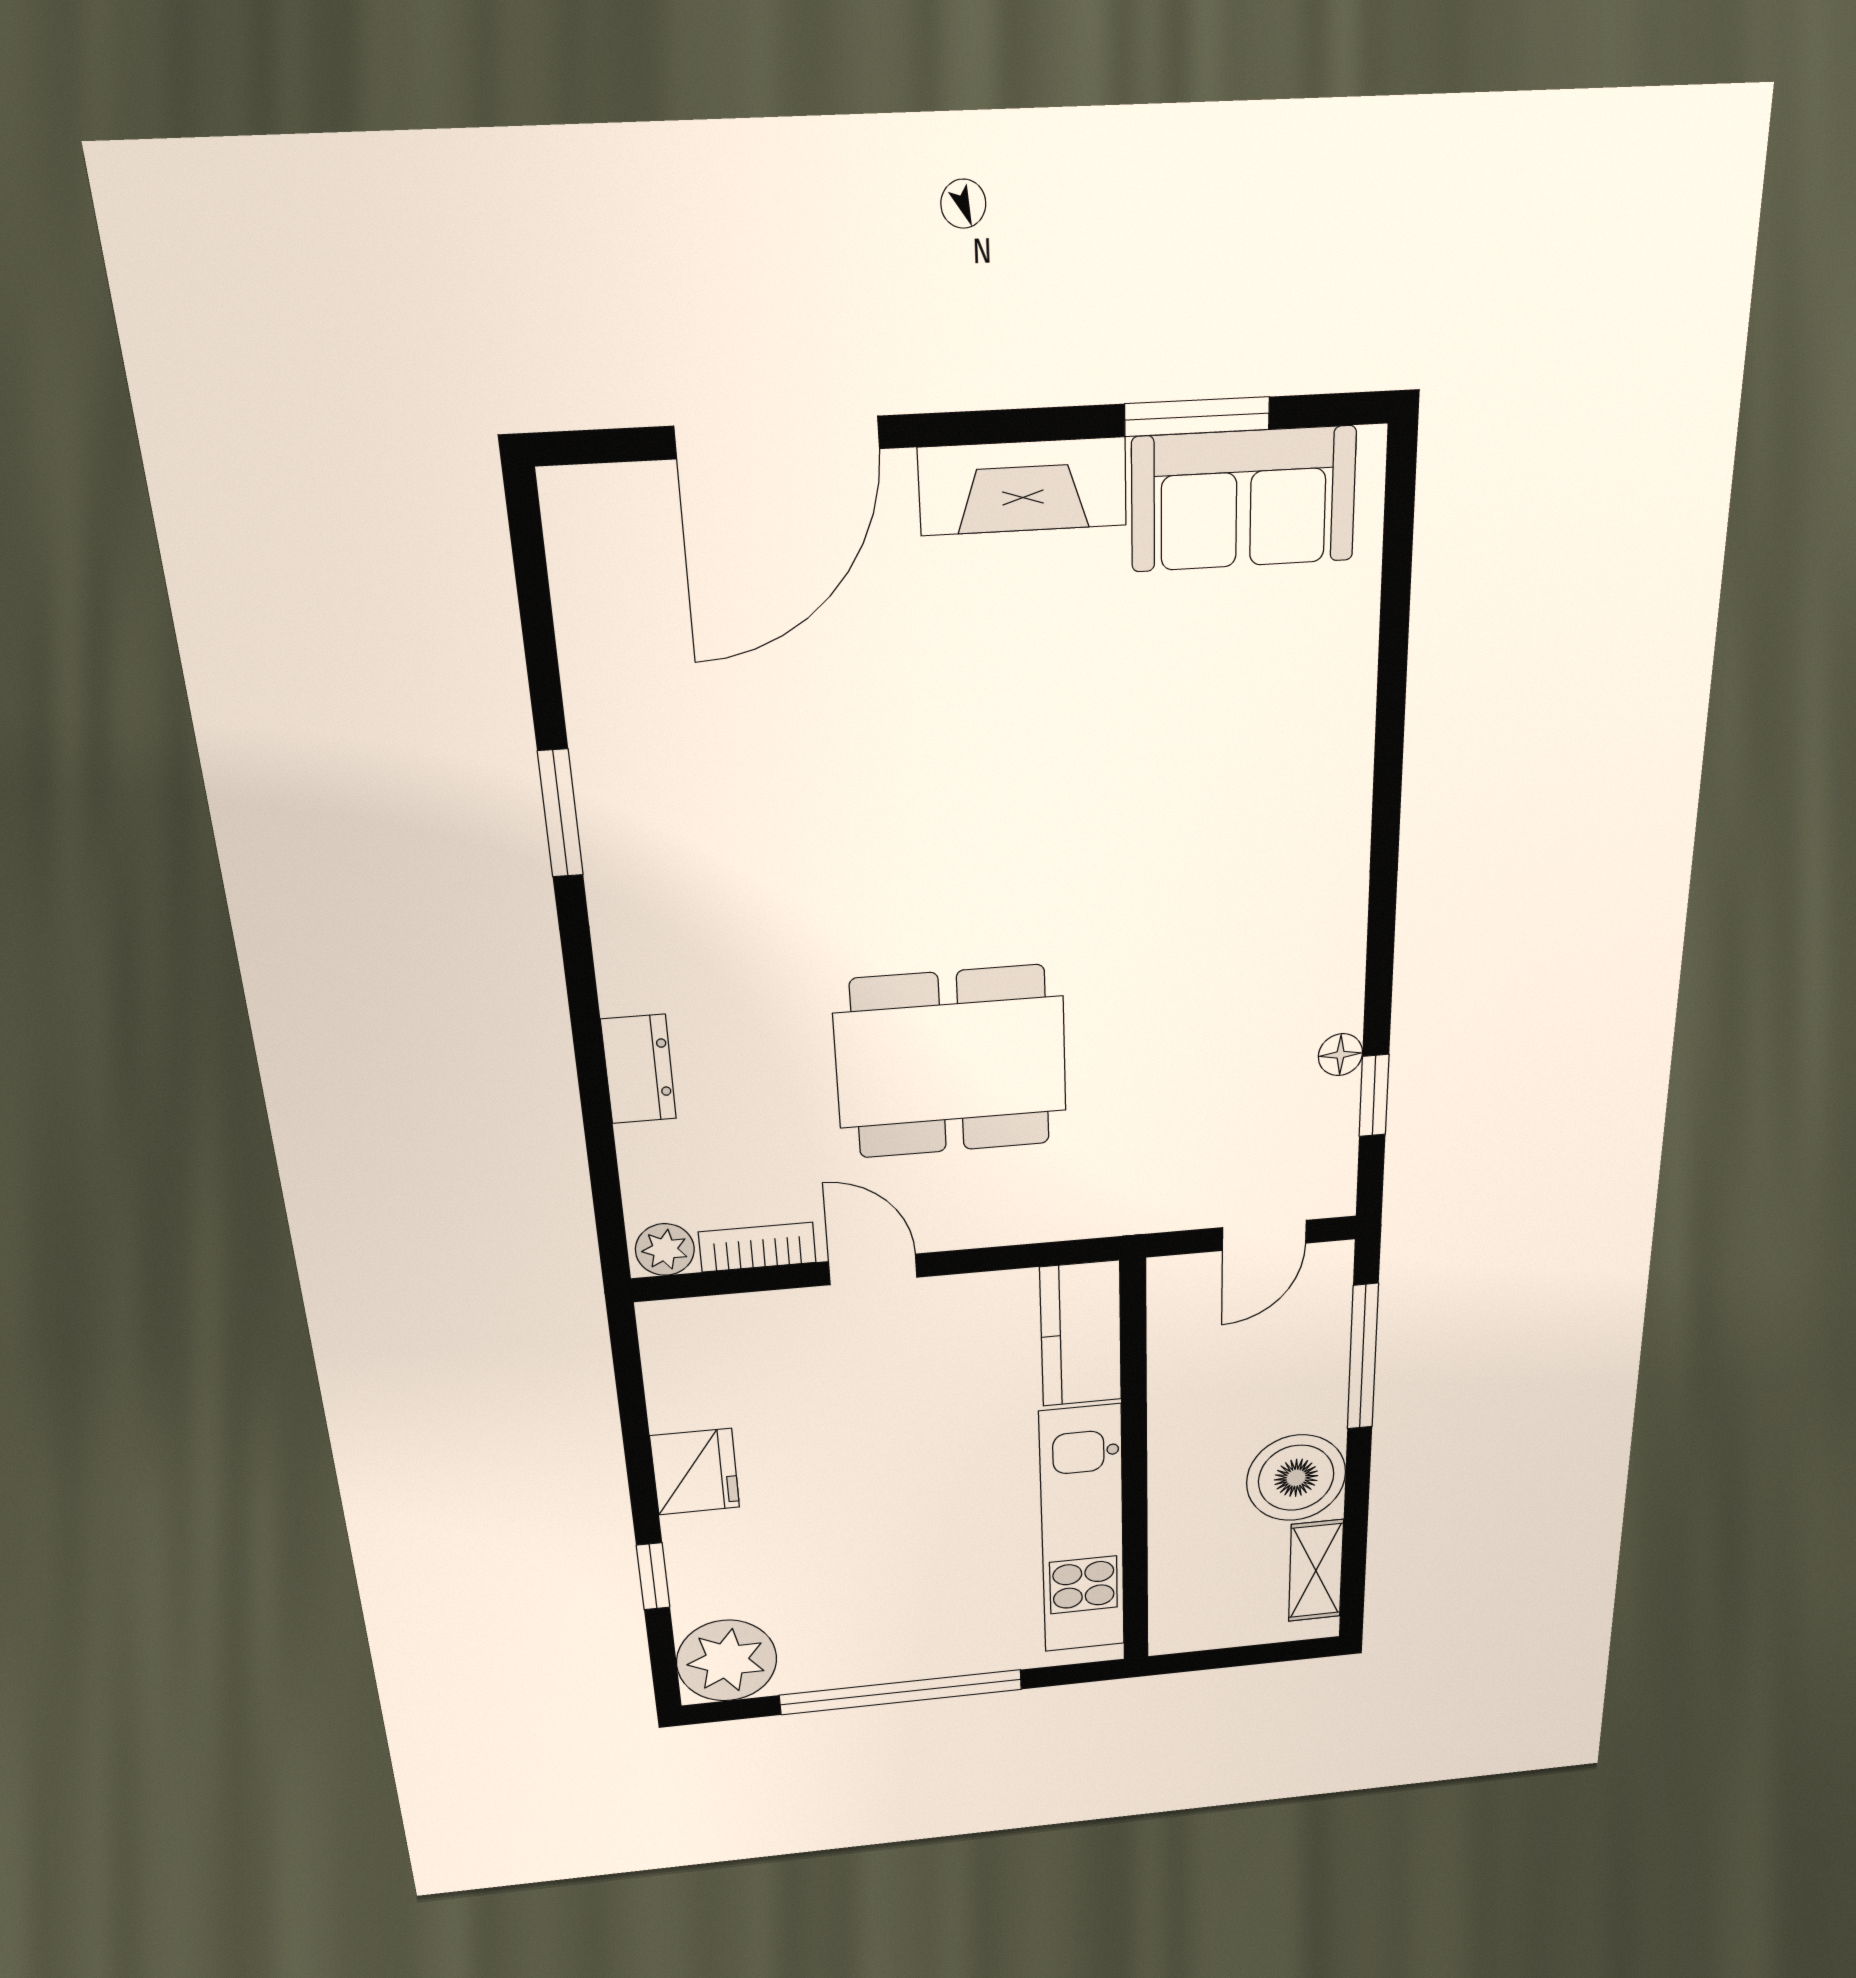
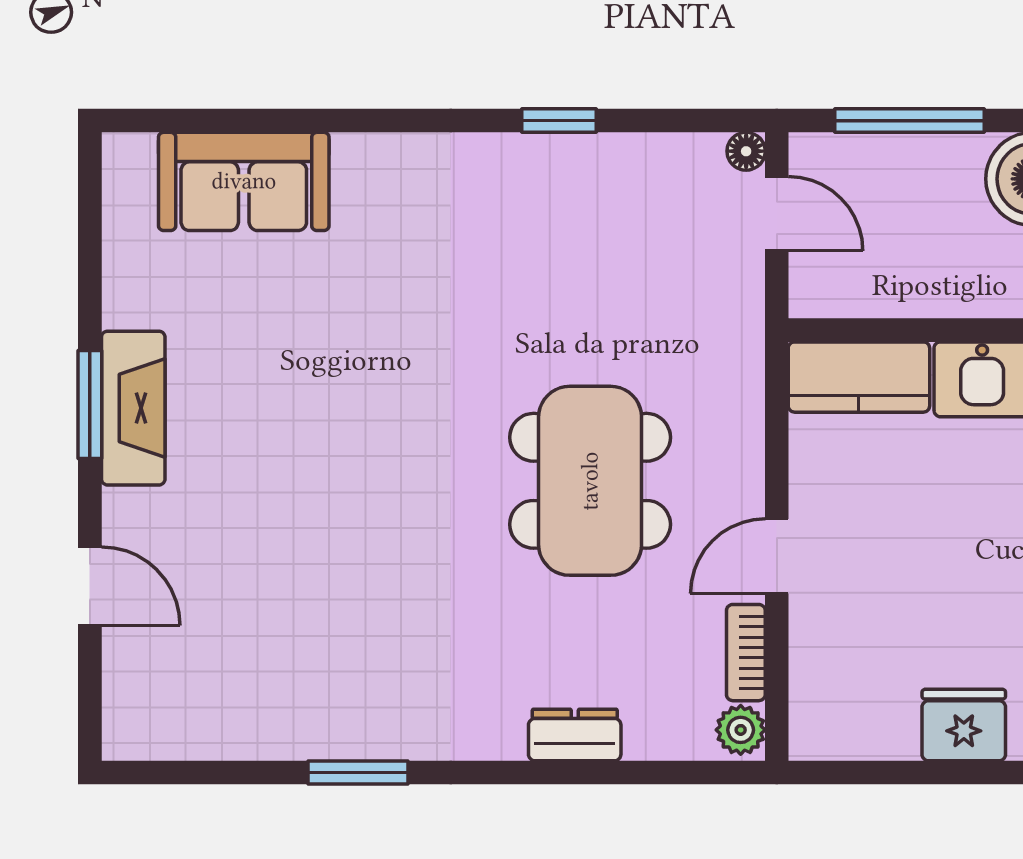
window: (1197, 417) -> (90, 405), moved
door: (777, 437) -> (90, 586), width x0.53
sofa: (1244, 499) -> (244, 181), moved, turned 90
floor lamp: (1340, 1055) -> (746, 151), moved
window: (1374, 1096) -> (559, 121), moved

